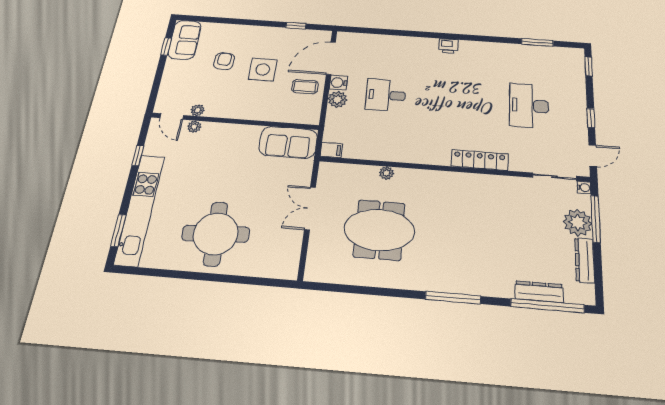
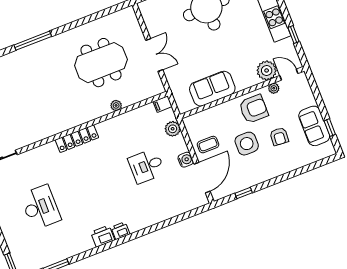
sofa: (185, 40) -> (314, 126), moved
printer: (471, 49) -> (103, 236), added
desk: (386, 95) -> (146, 166), turned 180
plant: (337, 99) -> (173, 129), moved
armchair: (233, 100) -> (254, 109), added
plant: (194, 127) -> (267, 70), width x1.88, depth x1.88
sofa: (288, 142) -> (212, 89), moved
locker: (480, 160) -> (77, 139), moved

